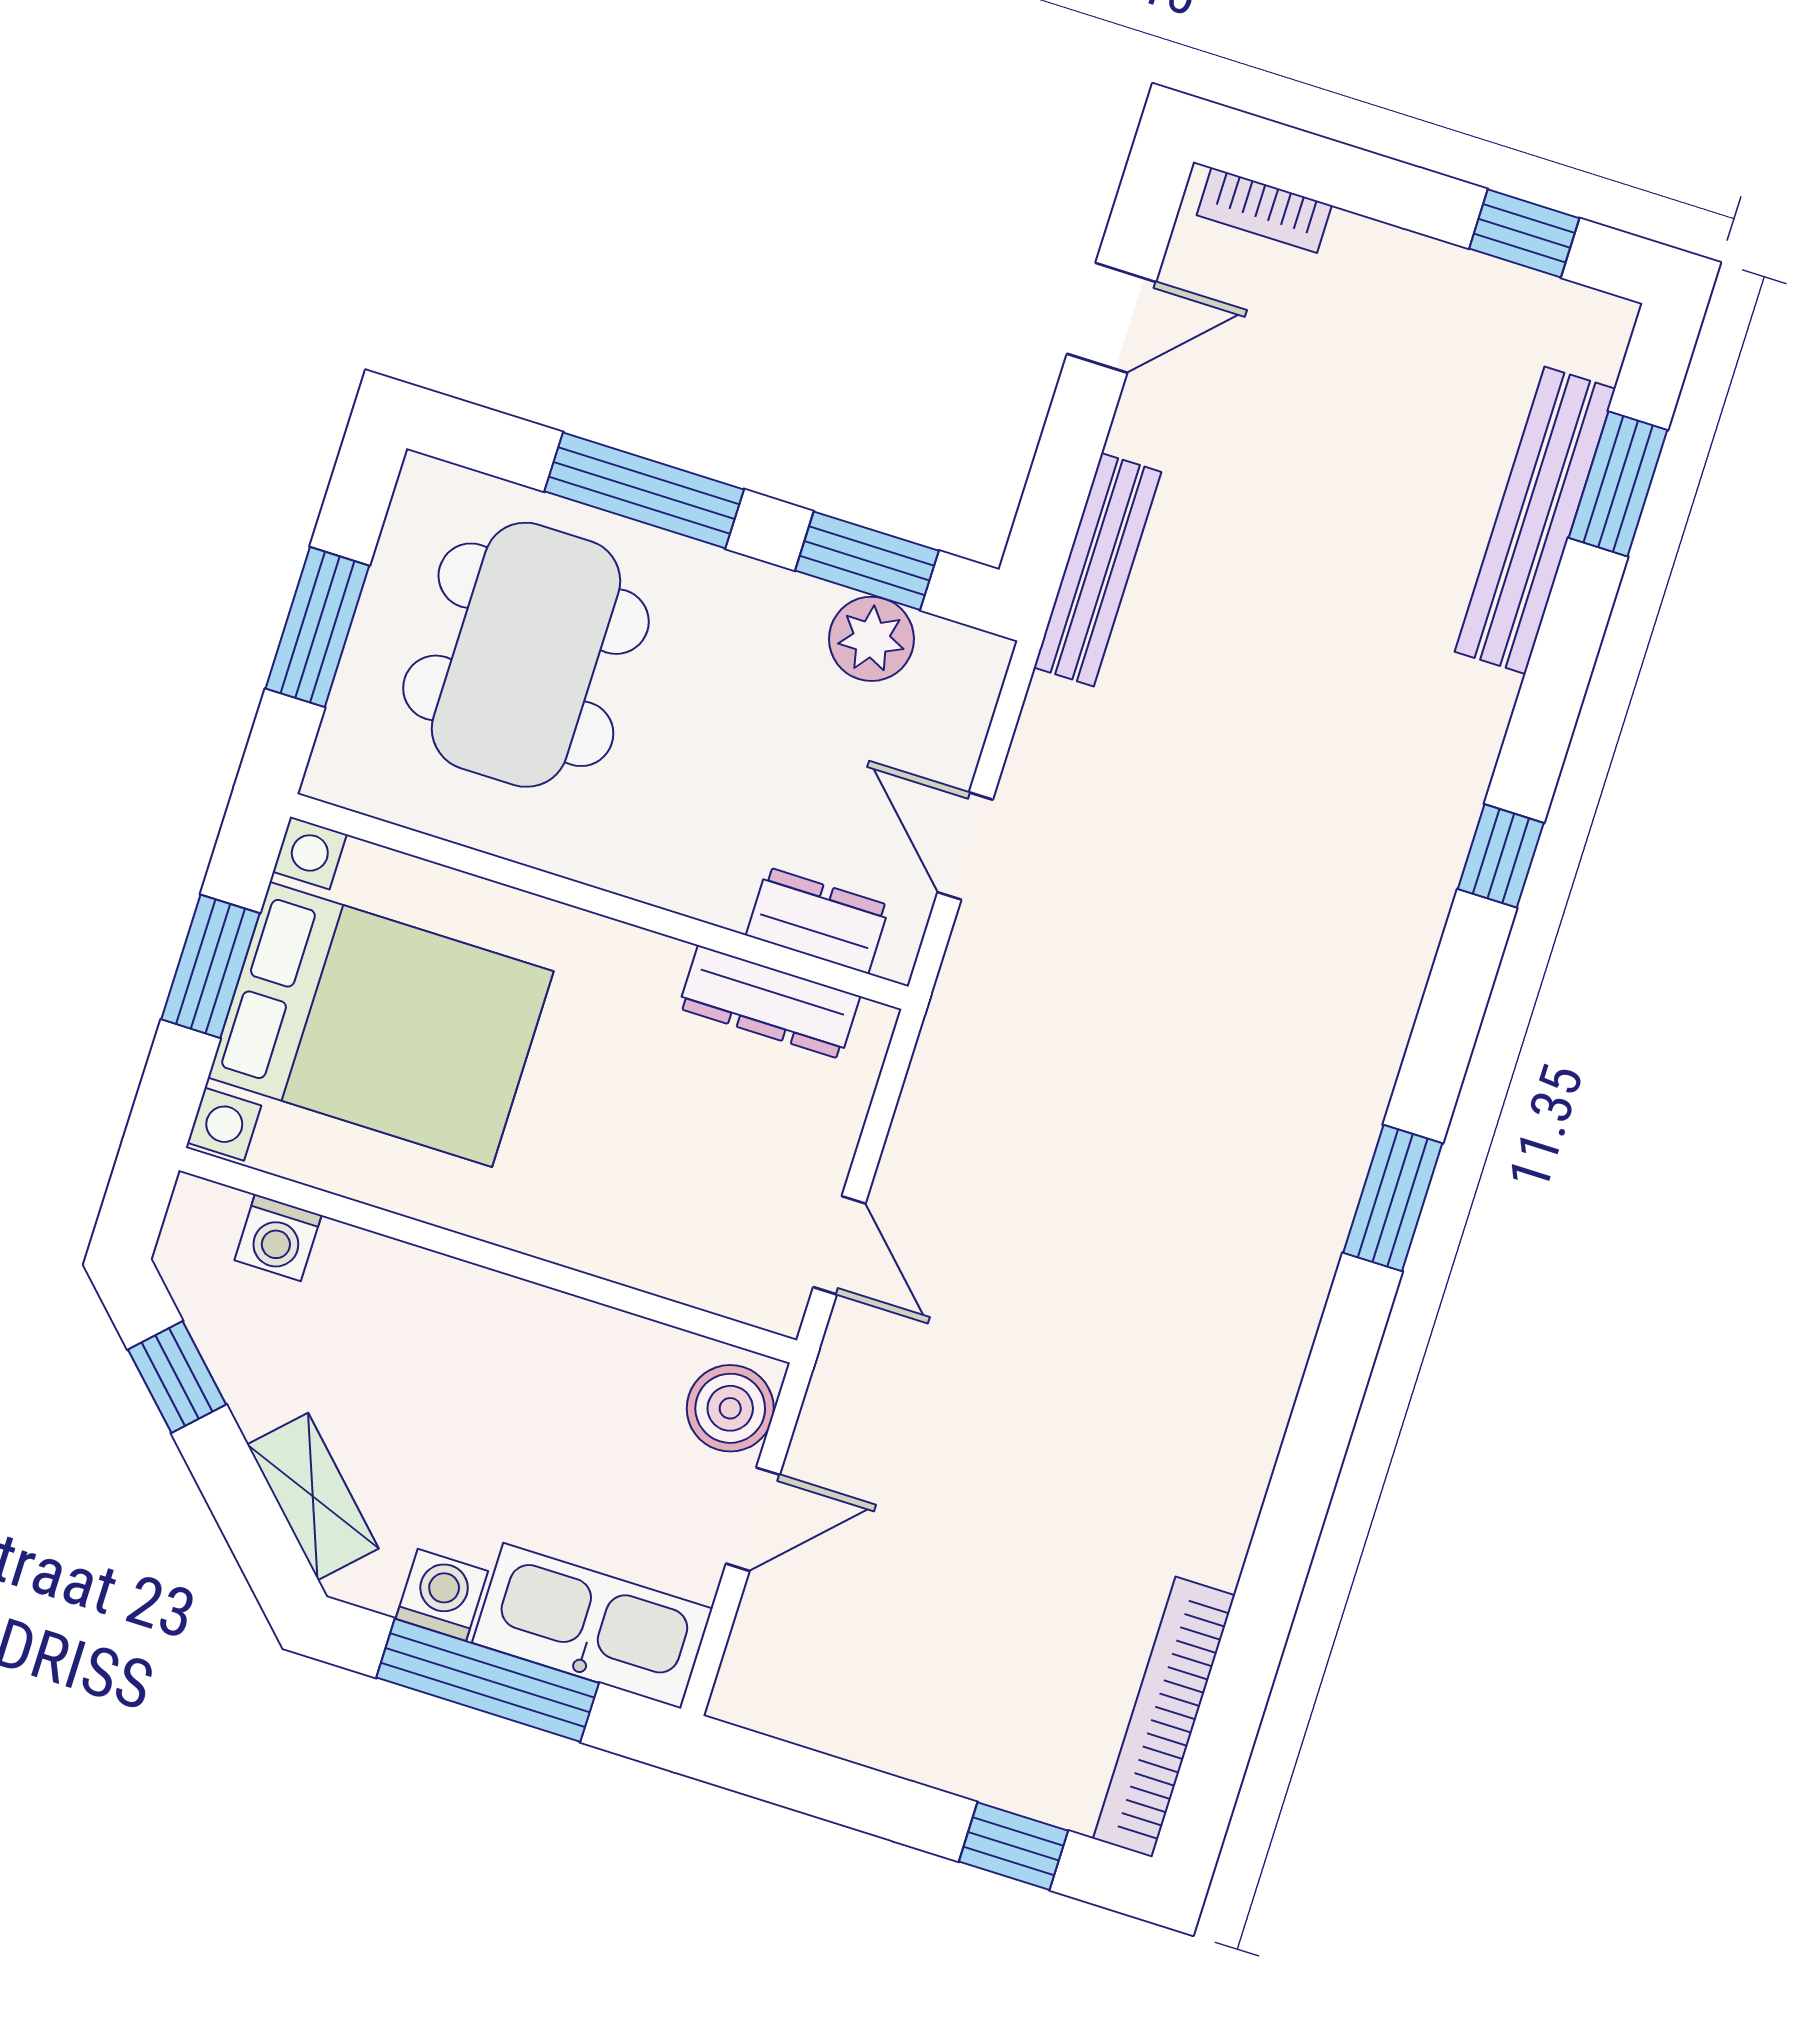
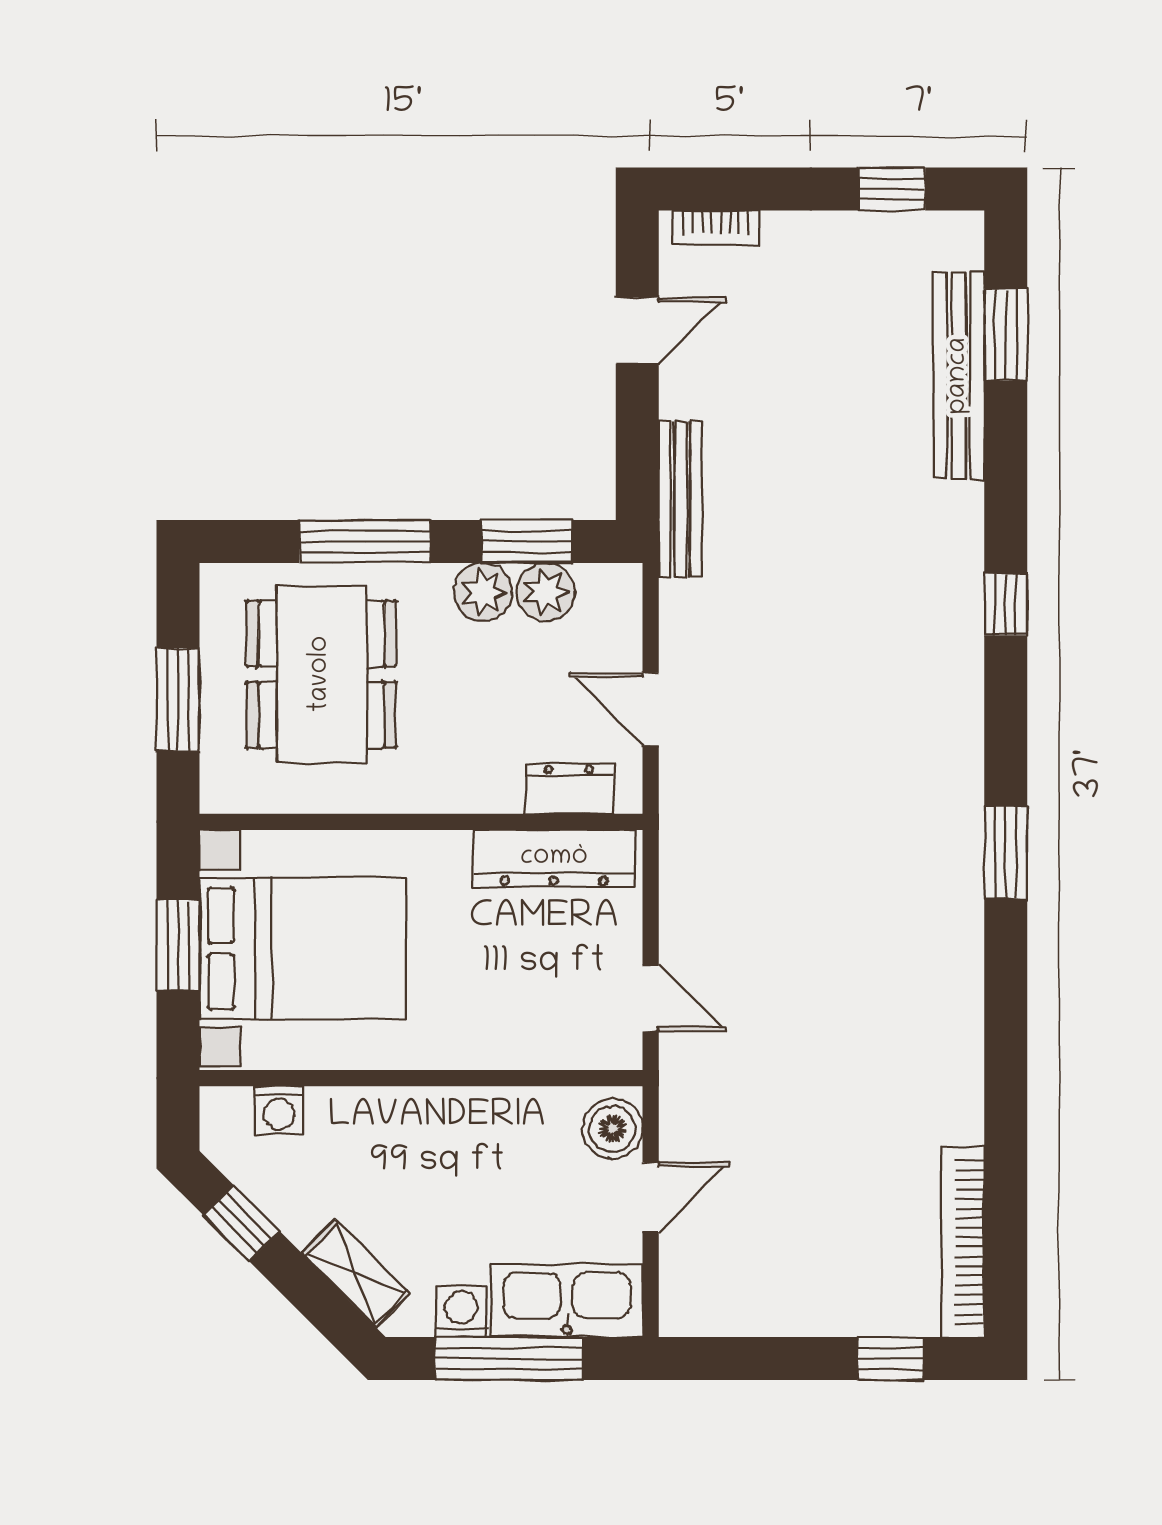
plant: (785, 611) -> (483, 592), added
dresser: (769, 1002) -> (554, 858), width x1.37, depth x1.24

